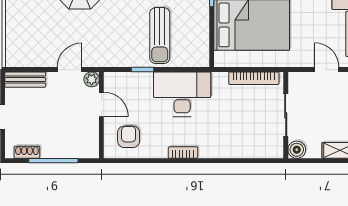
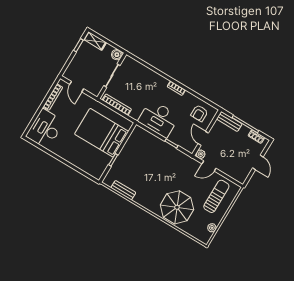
sun lounger: (160, 36) -> (216, 196), moved
bench: (25, 80) -> (229, 122), moved

